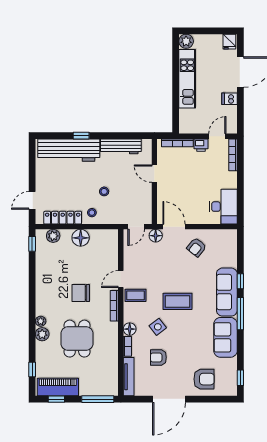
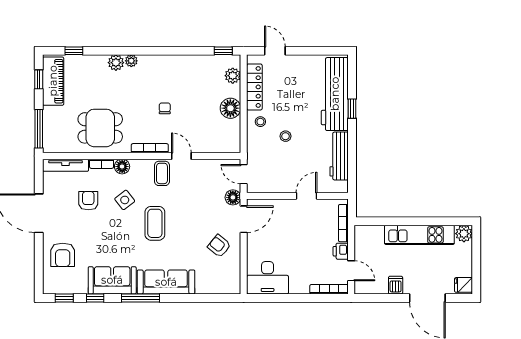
window: (240, 281) -> (95, 298), moved
chair: (81, 293) -> (165, 108), width x0.54, depth x0.54
dining table: (77, 339) -> (100, 128), moved

